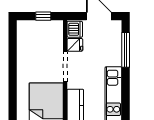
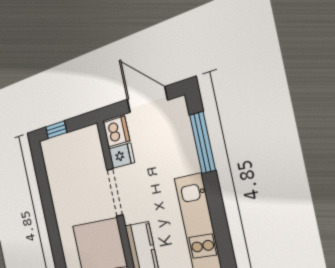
window: (43, 16) -> (56, 130), moved

